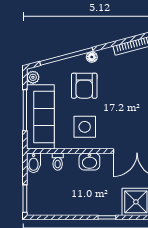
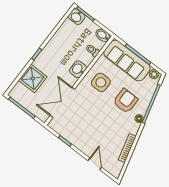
armchair: (84, 86) -> (125, 101), turned 90
washbasin: (35, 206) -> (77, 17), added

